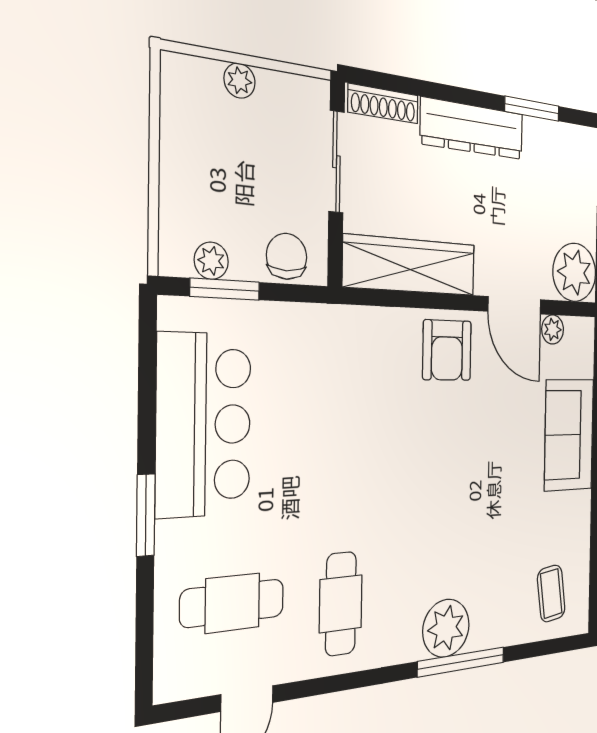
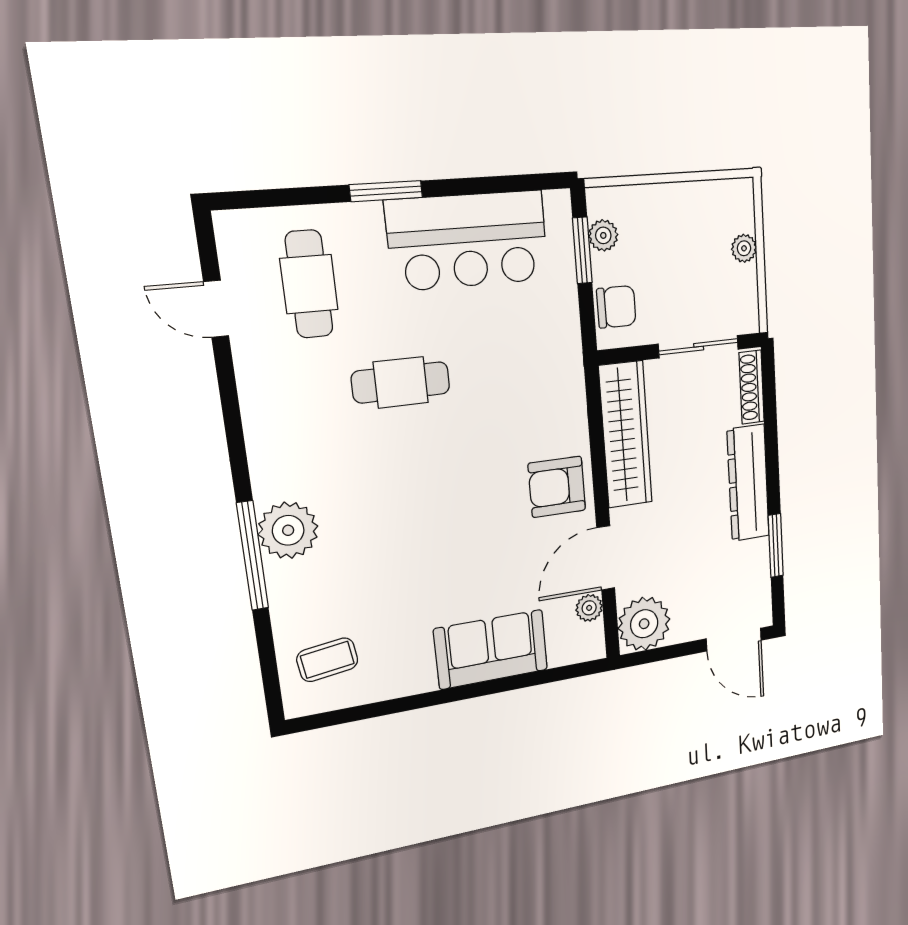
cafe table: (341, 604) -> (401, 382), moved

